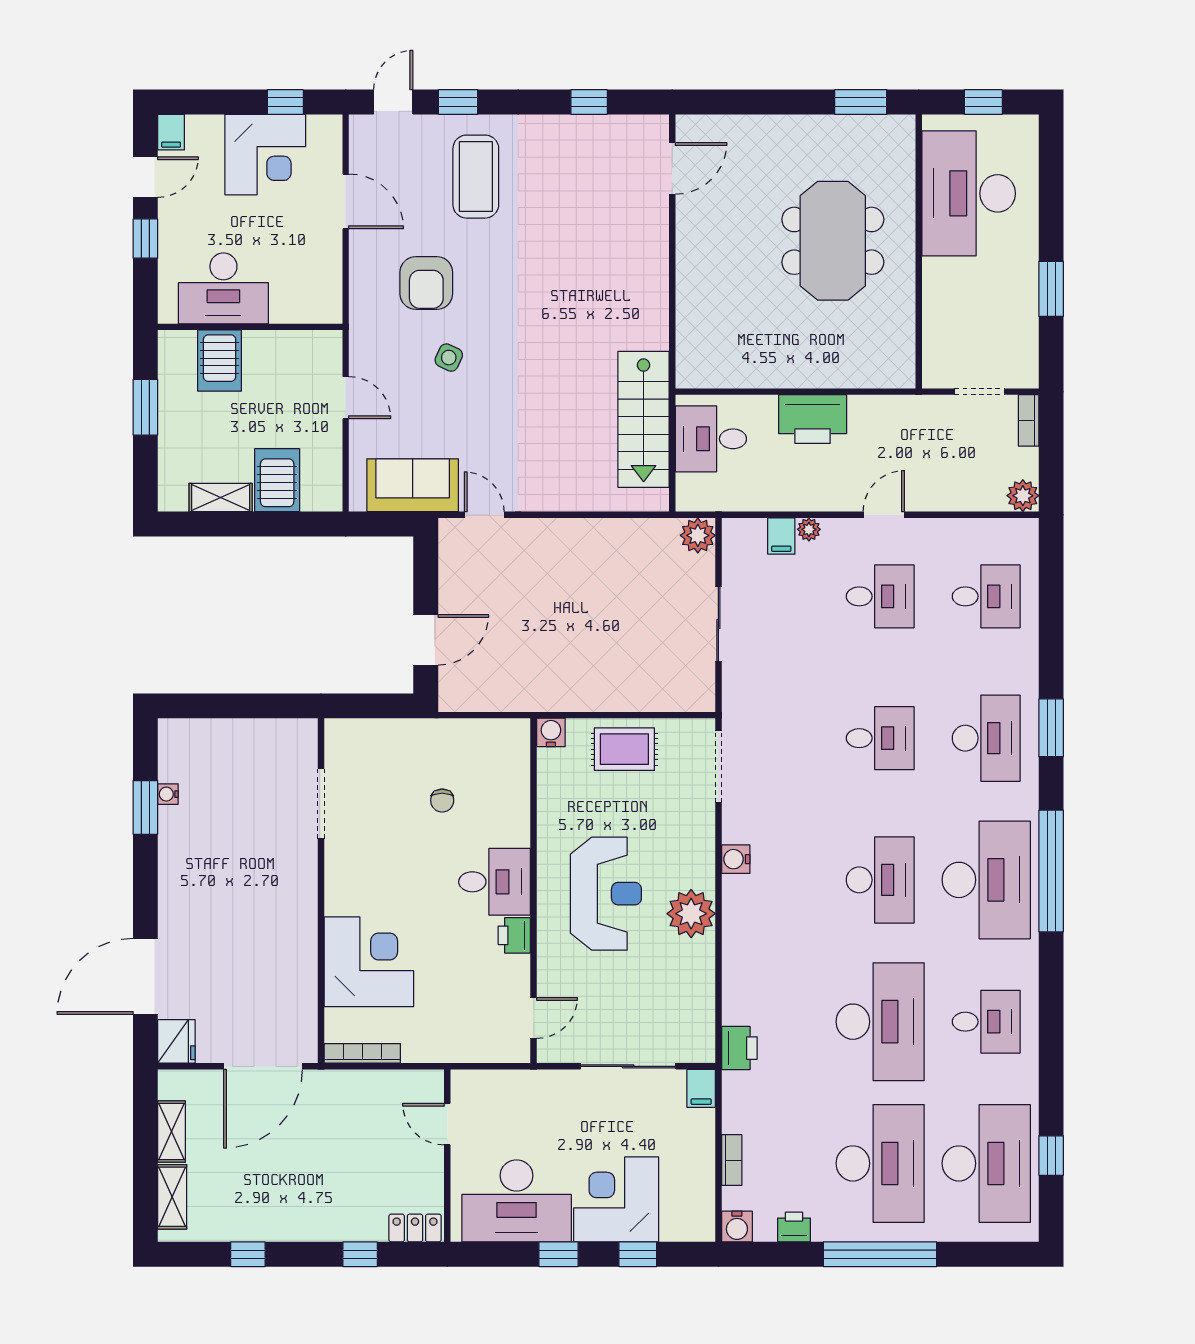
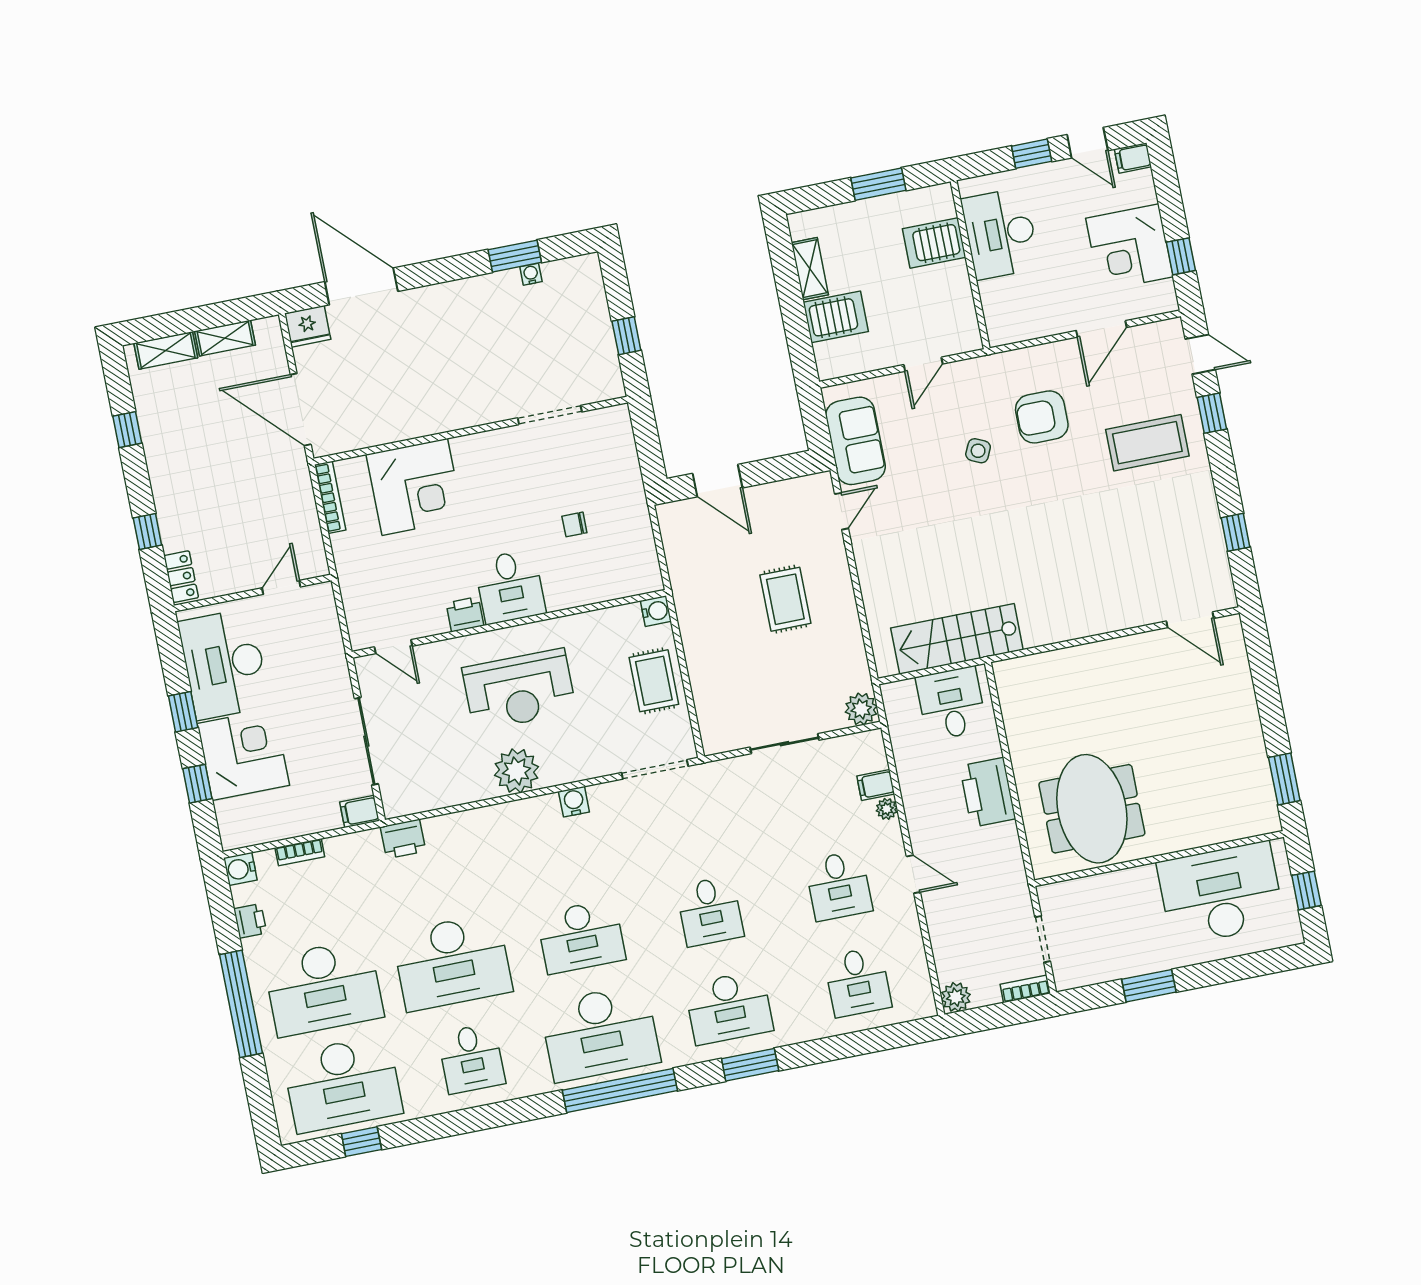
meeting table: (833, 241) -> (1092, 809), moved, turned 90
rug: (566, 593) -> (785, 599), added
window: (253, 706) -> (626, 336), added

